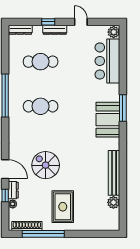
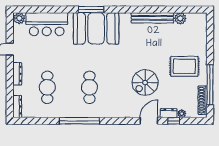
window: (48, 22) -> (10, 80), removed
booth: (108, 120) -> (96, 28), width x1.36, depth x1.42

